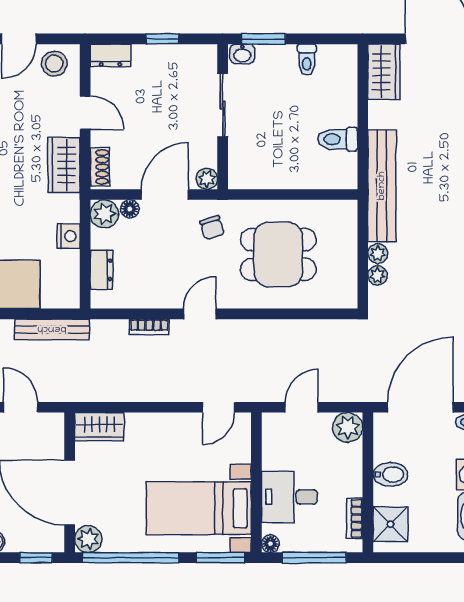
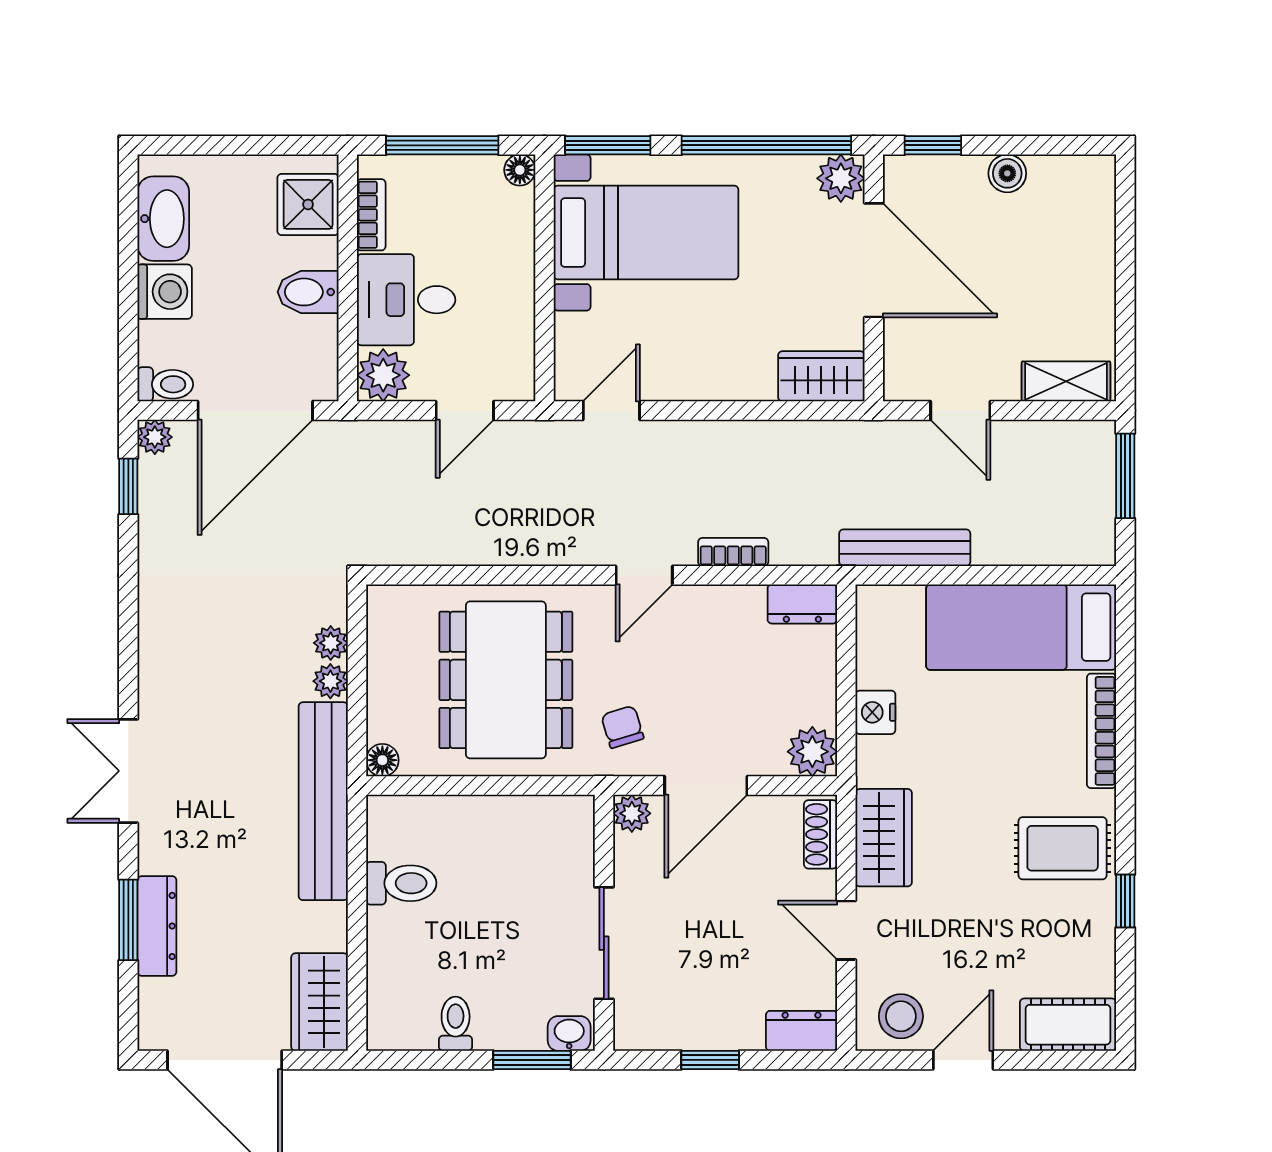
floor lamp: (130, 209) -> (382, 760), moved
dining table: (278, 254) -> (506, 680), width x1.38
dresser: (101, 270) -> (802, 604), moved, turned -90
desk: (289, 497) -> (406, 300), moved, turned 180

